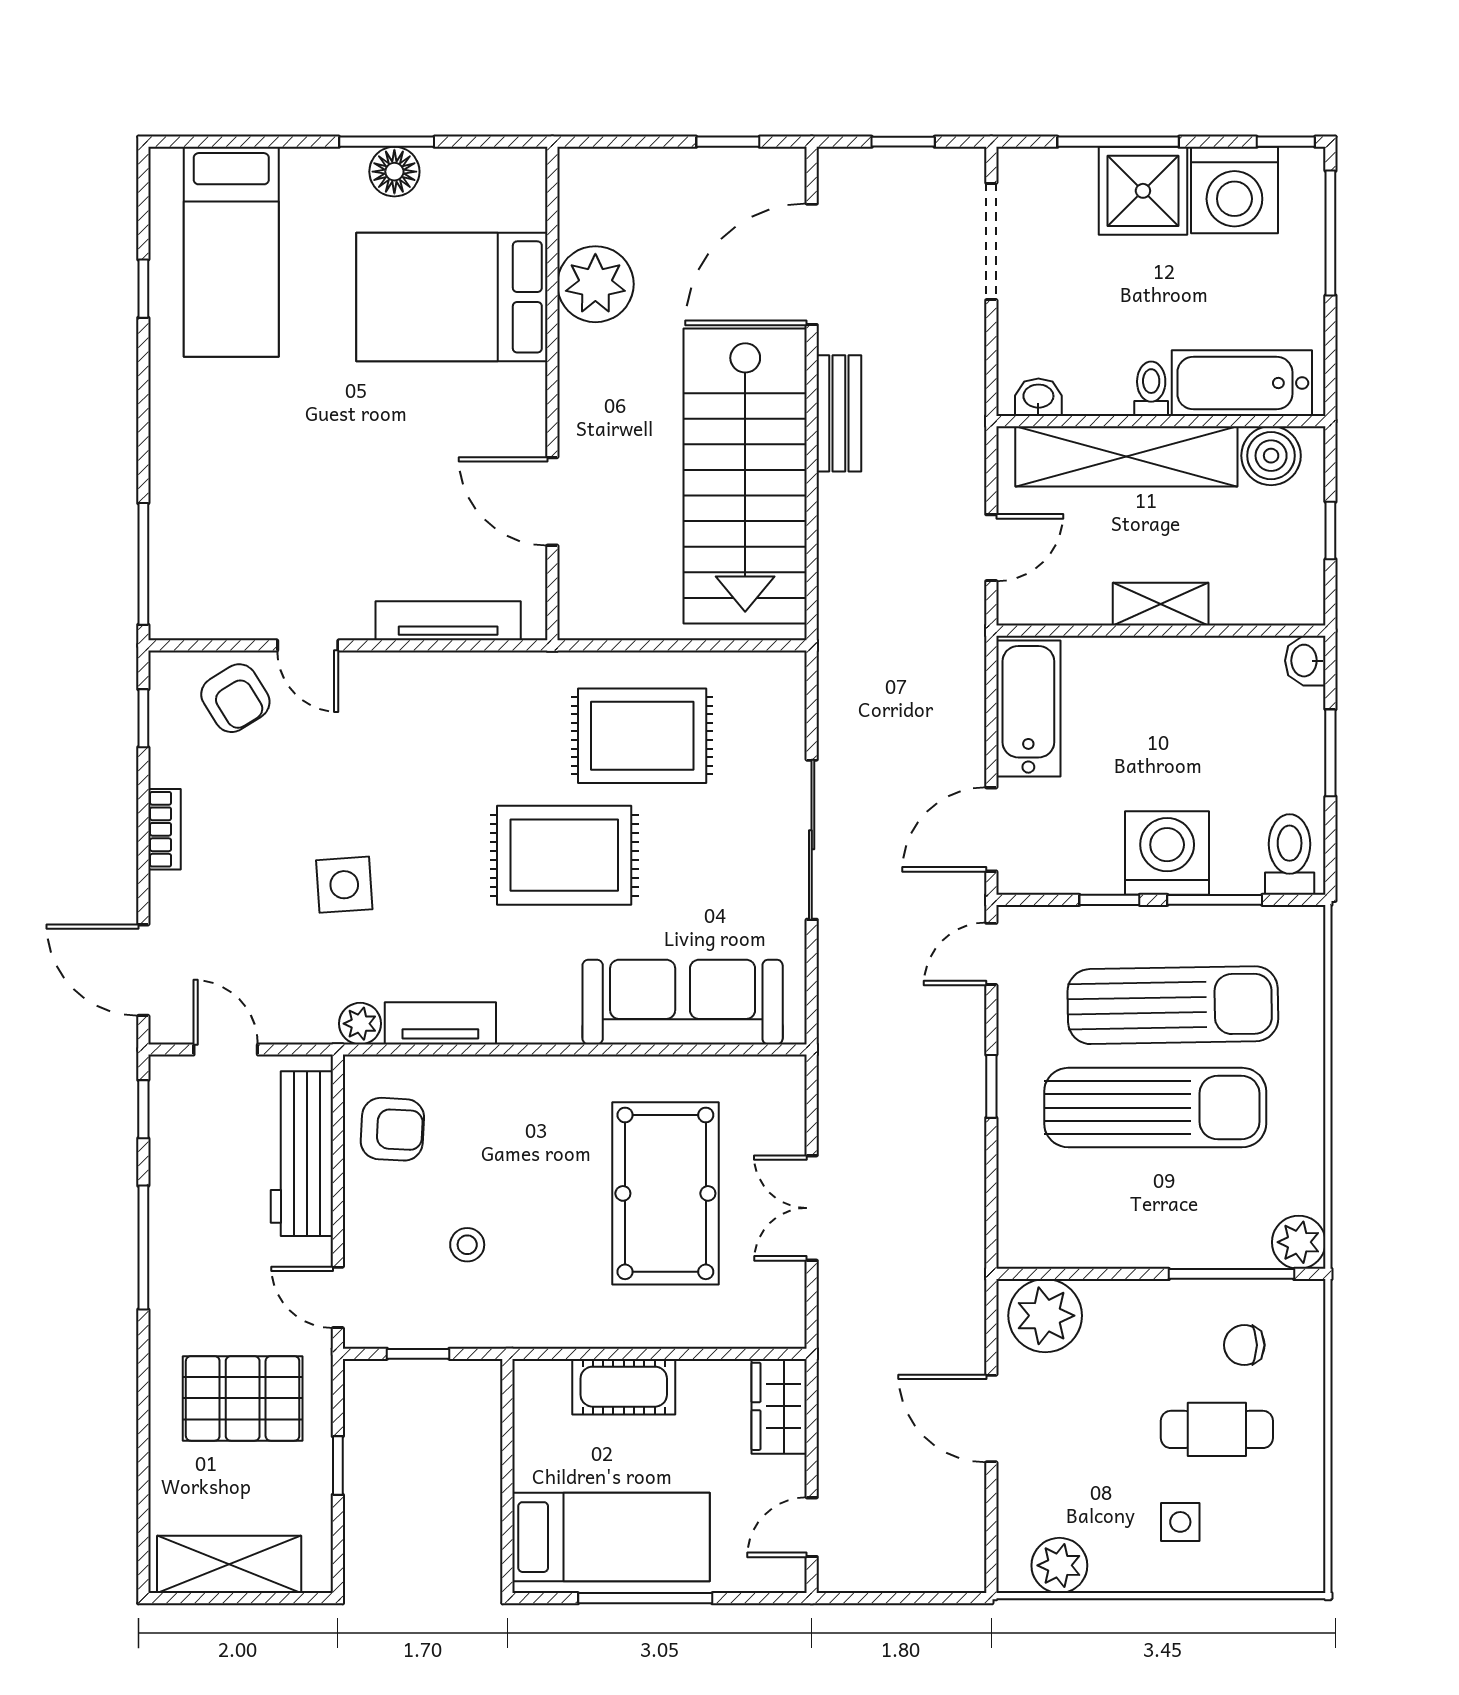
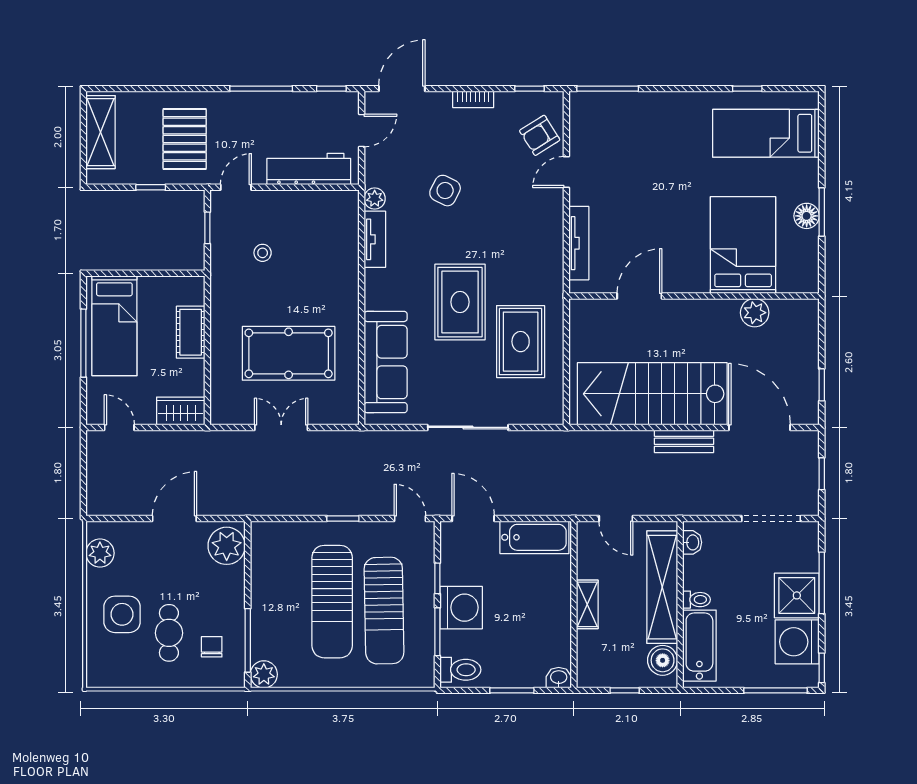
plant: (595, 284) -> (755, 313), width x0.73, depth x0.73
side table: (344, 885) -> (445, 191), turned 31
armchair: (392, 1129) -> (321, 215), removed
side table: (1180, 1522) -> (122, 614), width x1.87, depth x1.87

